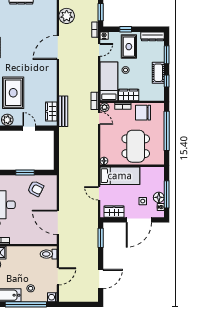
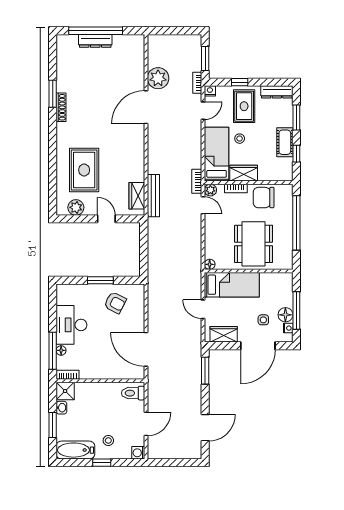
plant: (67, 16) -> (158, 78), moved
window: (26, 304) -> (102, 463), width x0.32

